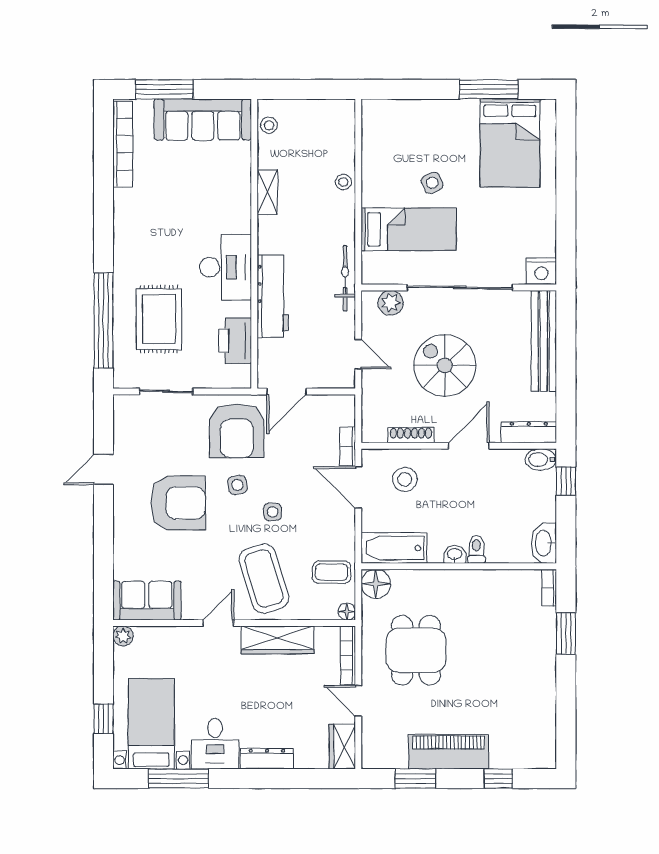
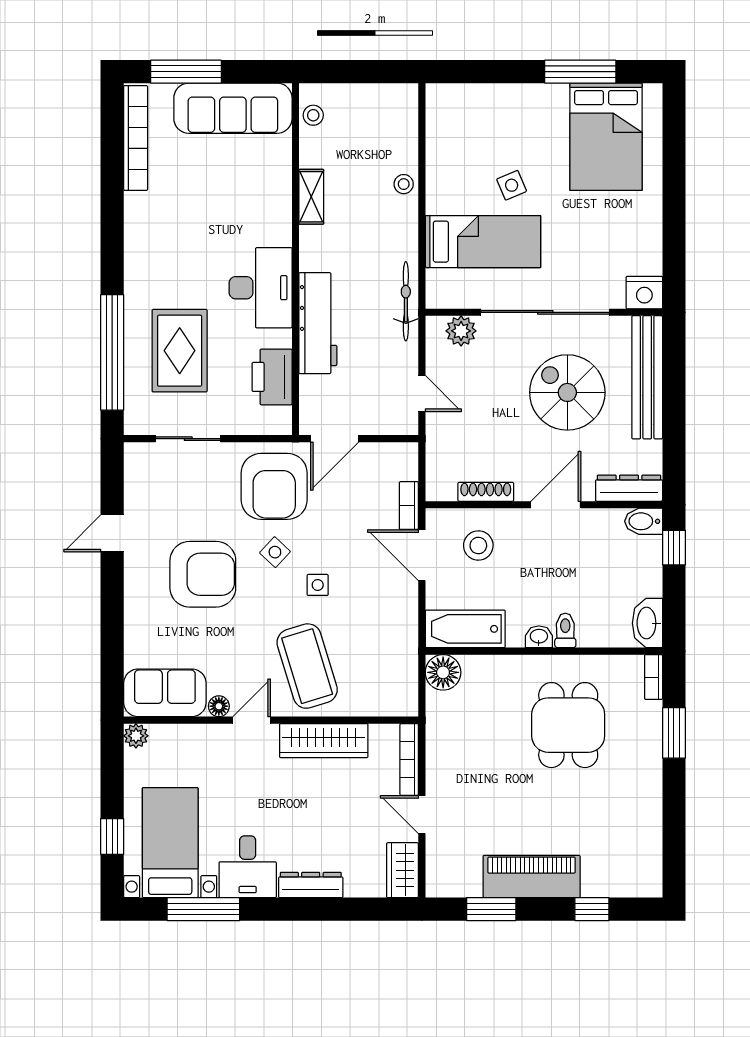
spiral stairs: (445, 365) -> (567, 392), moved
side table: (237, 485) -> (275, 552), turned -38
coffee table: (332, 572) -> (389, 658), removed
floor lamp: (347, 612) -> (219, 706), moved
dining table: (416, 650) -> (568, 725), moved

